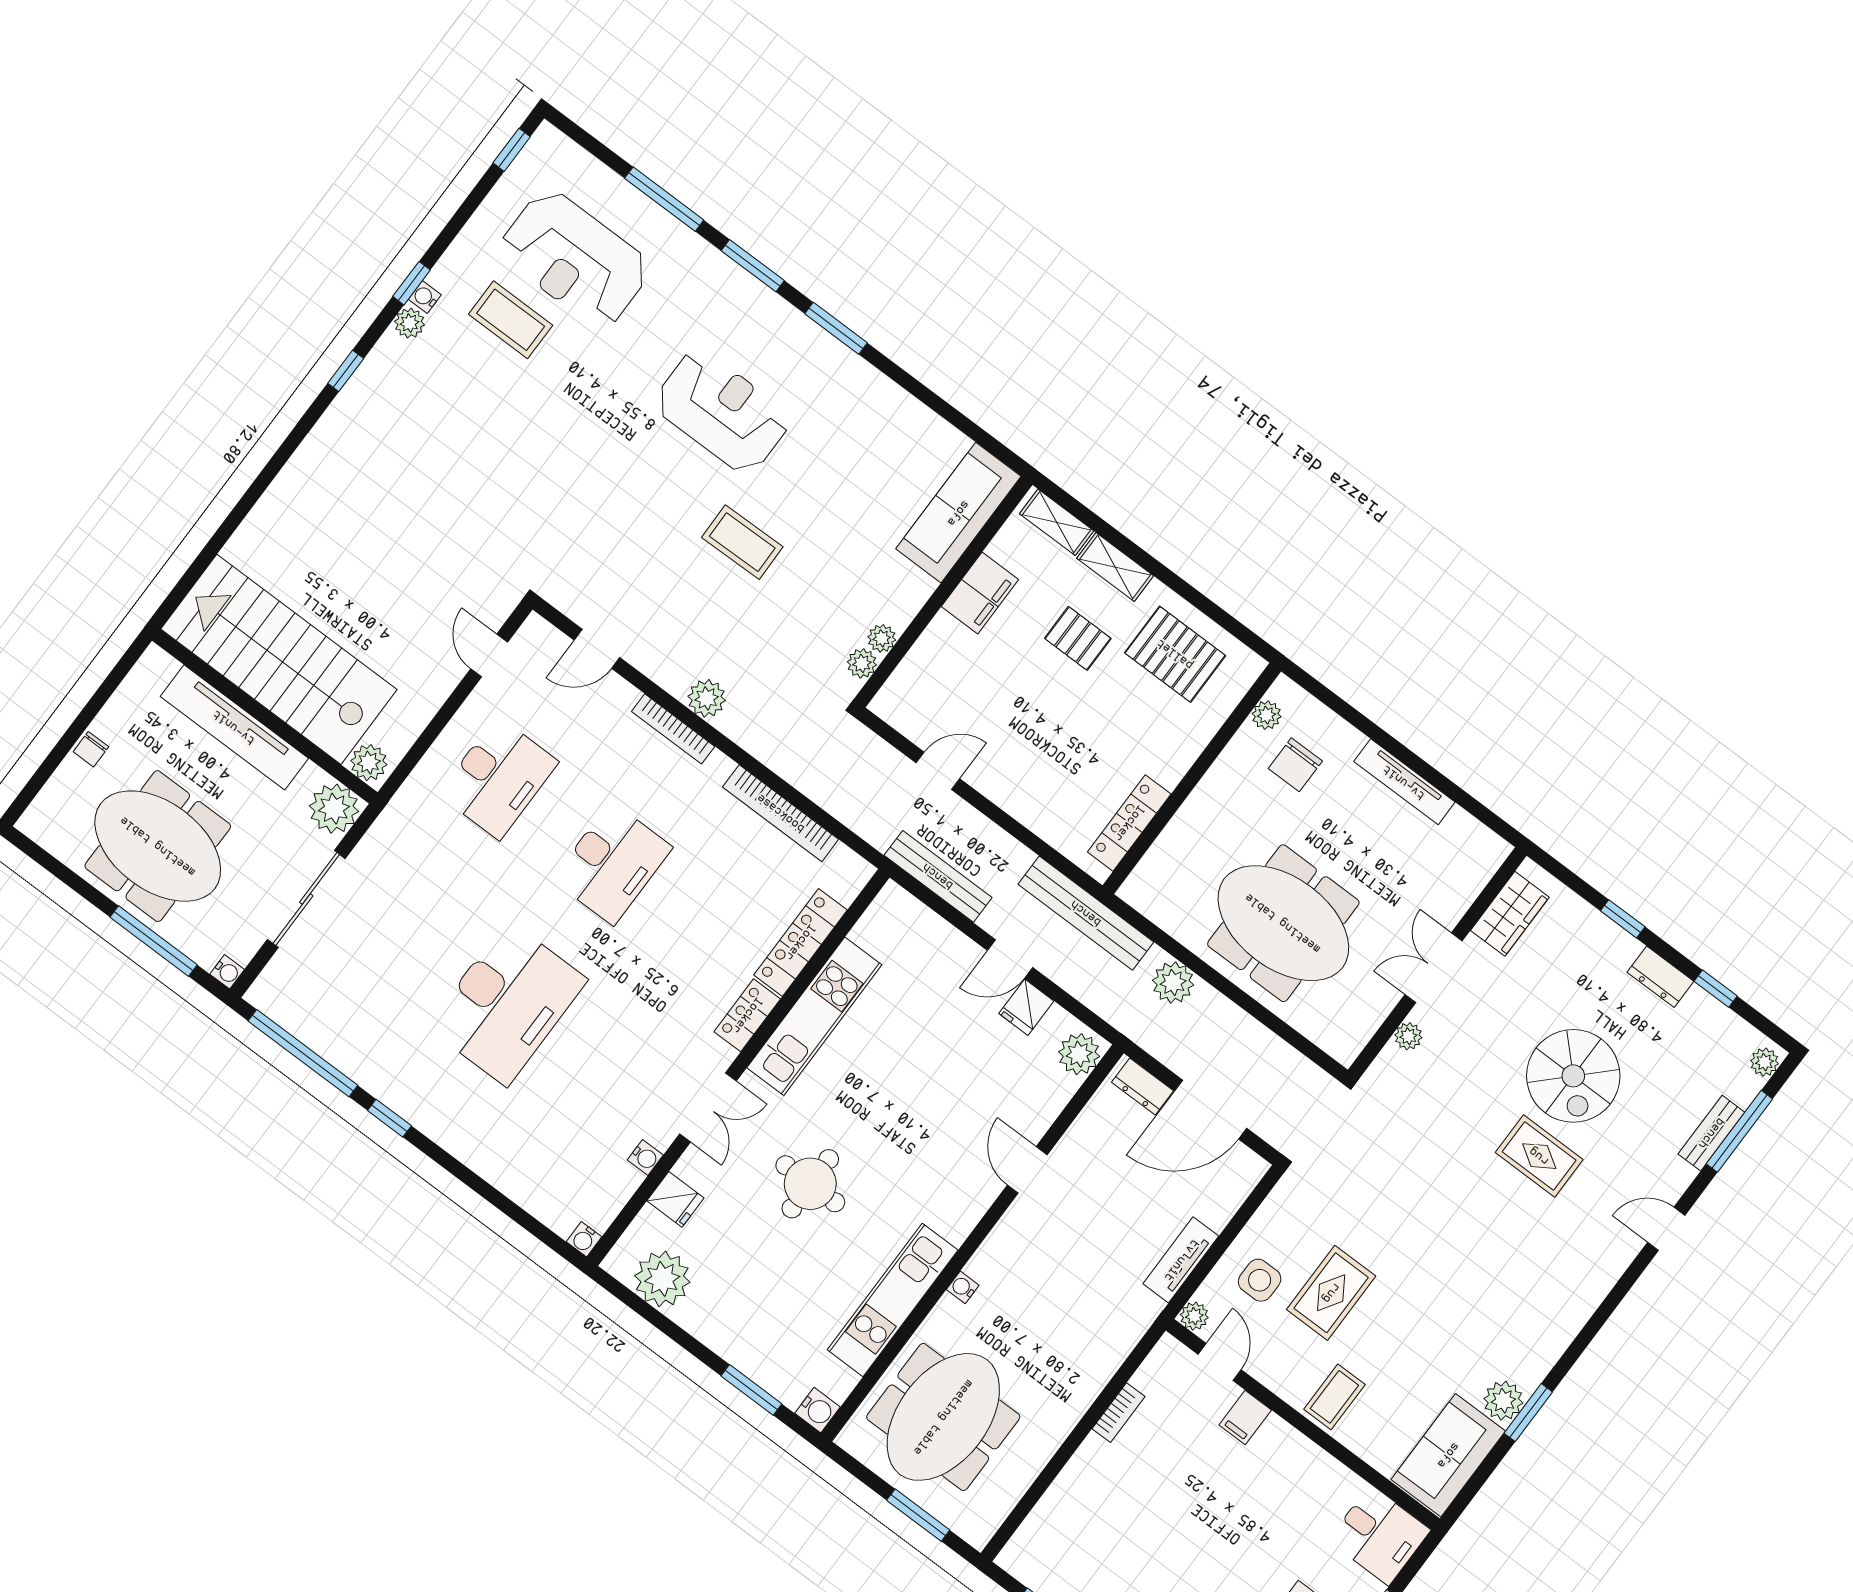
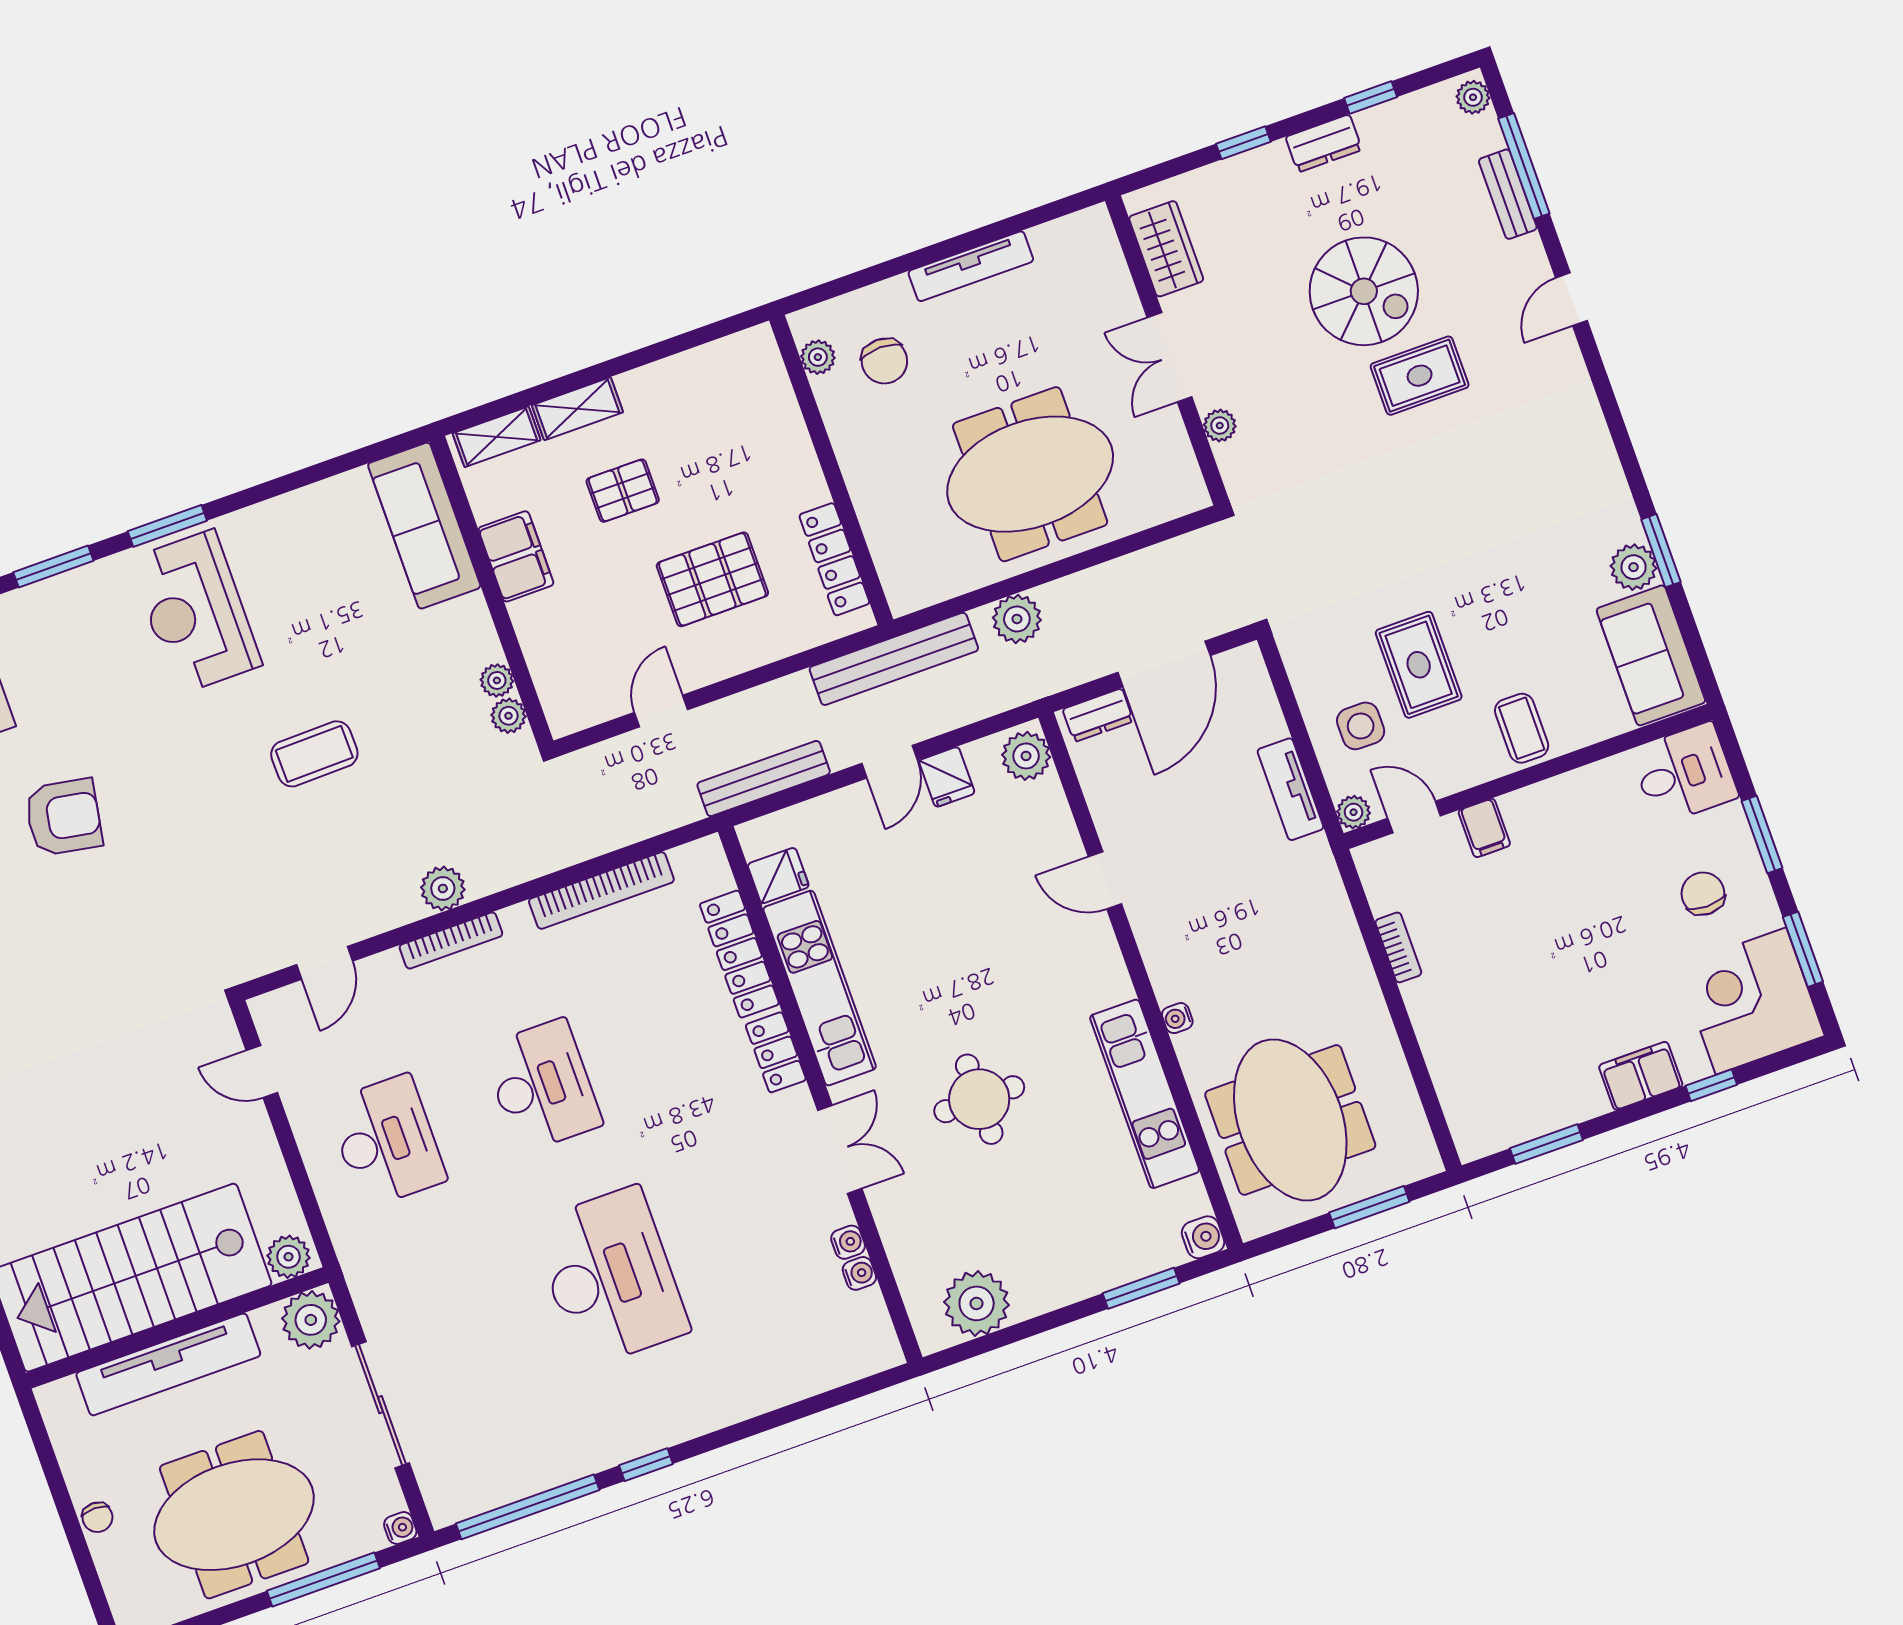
armchair: (578, 392) -> (64, 817), added
reception desk: (722, 411) -> (196, 612), moved, turned -90
pallet: (1175, 654) -> (712, 579), moved
fridge: (675, 1199) -> (778, 876), moved
water cooler: (584, 1239) -> (859, 1273), moved, turned -90

